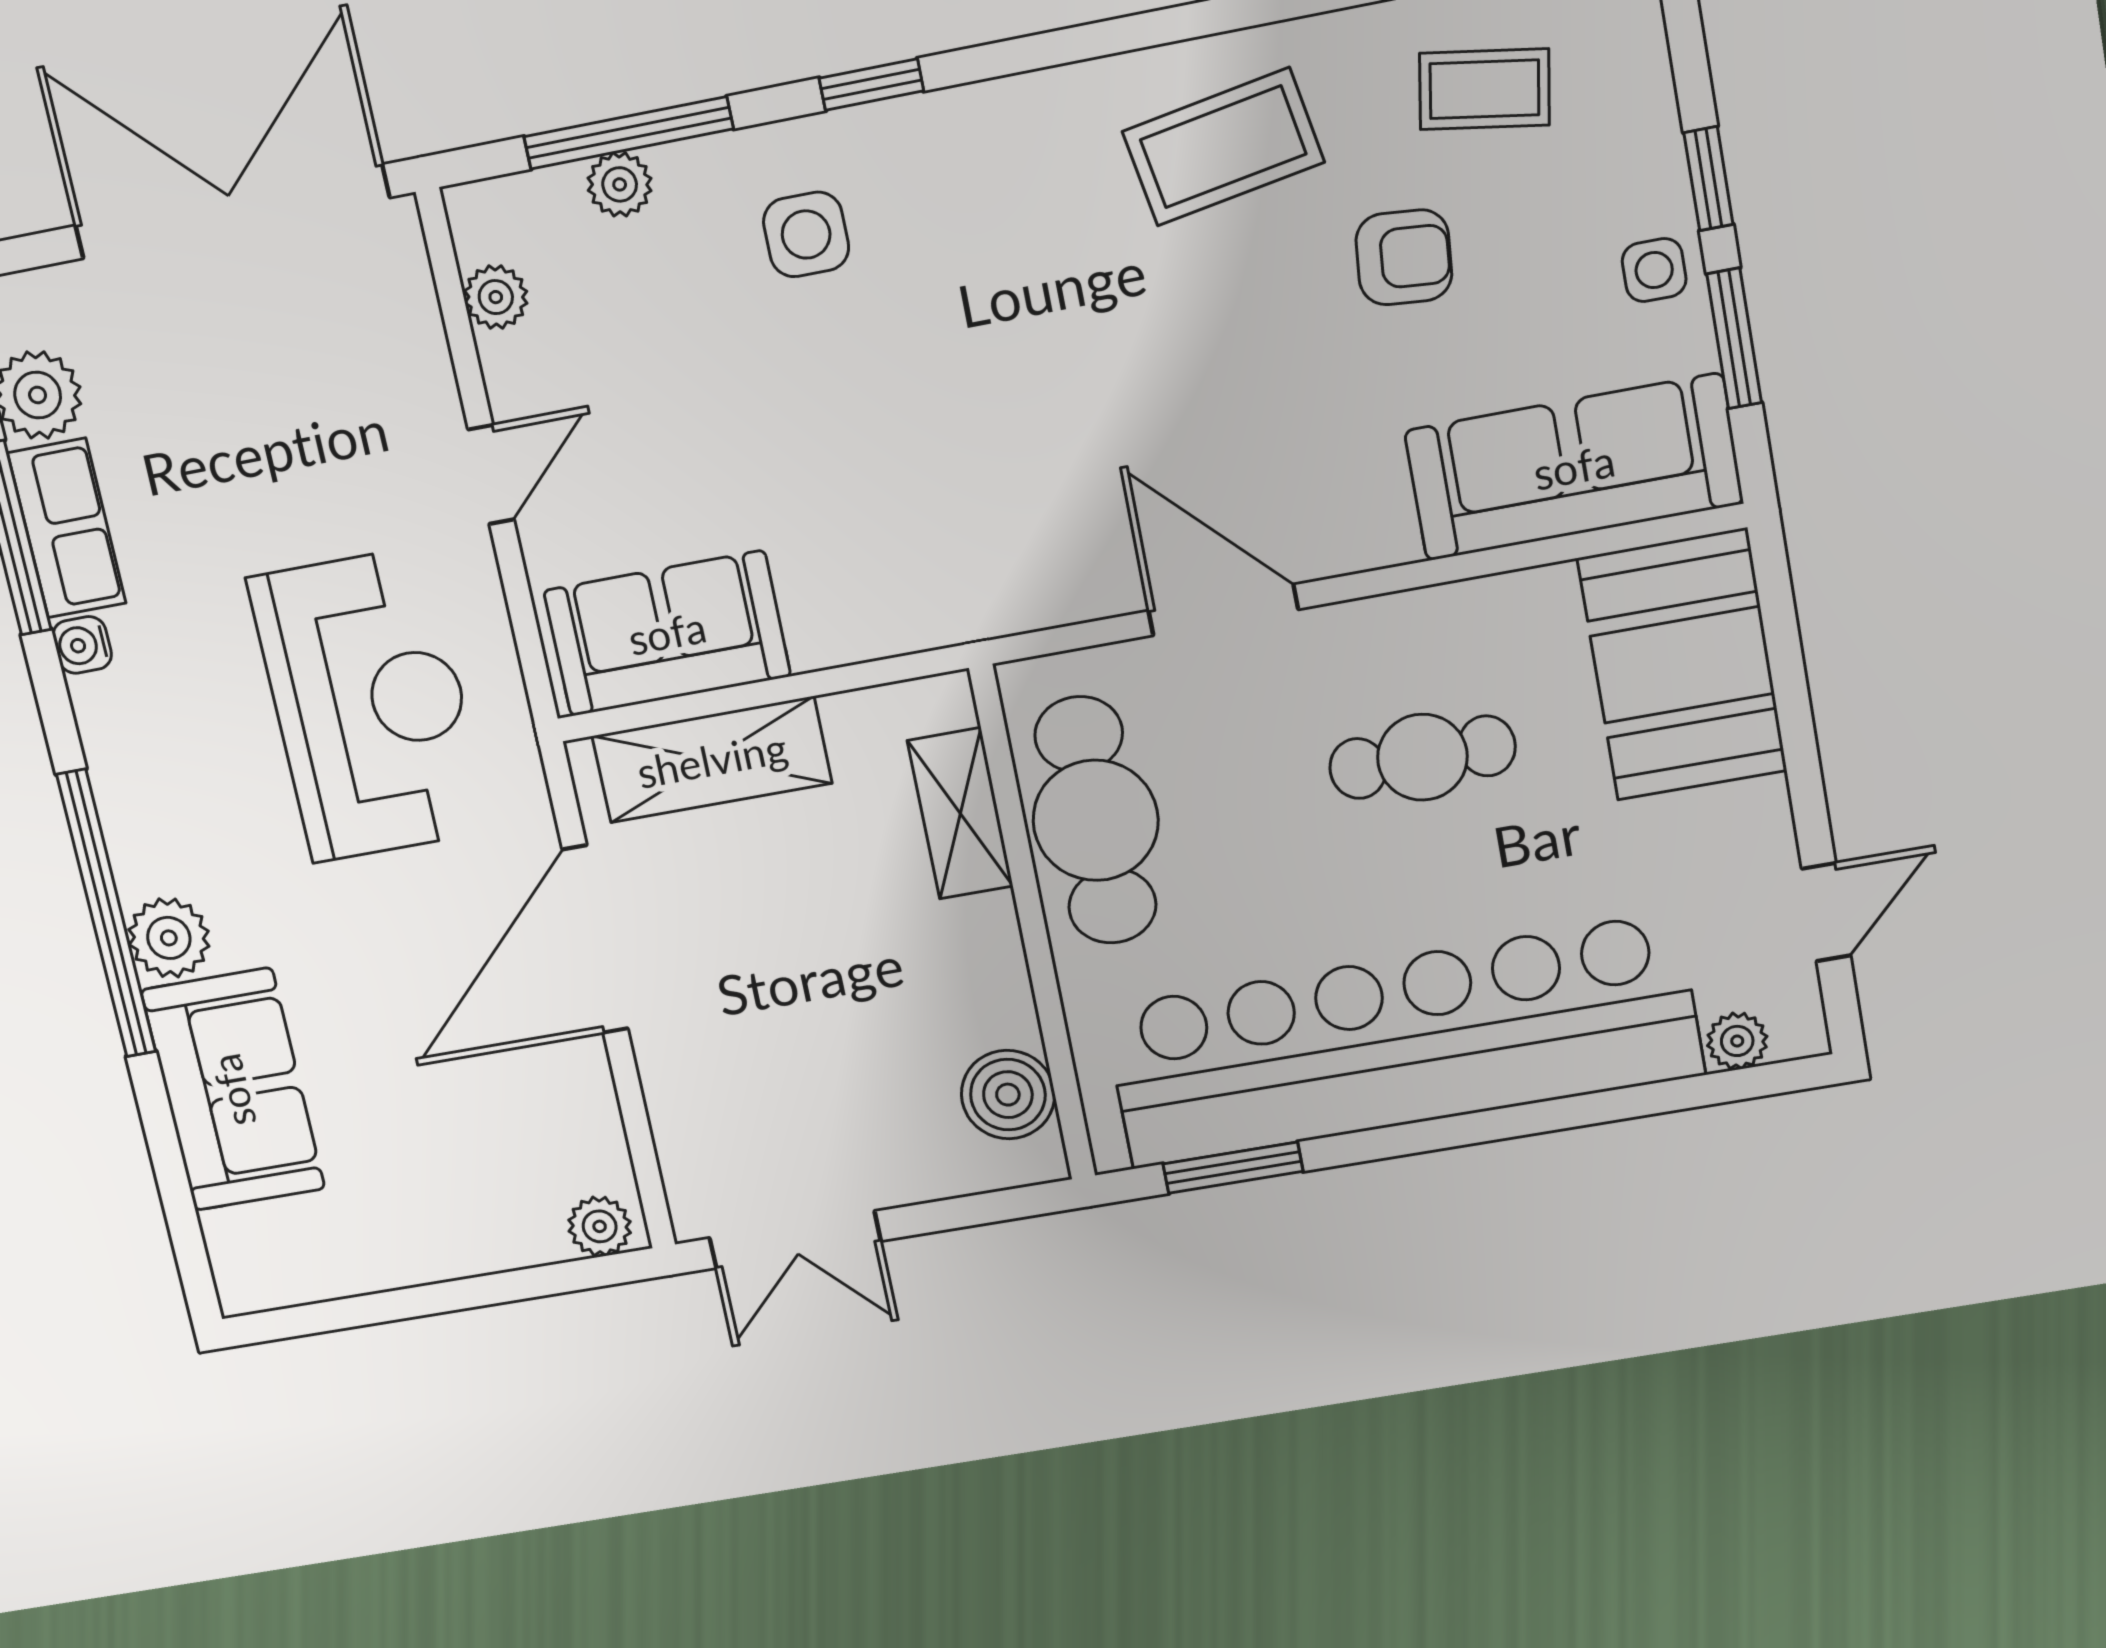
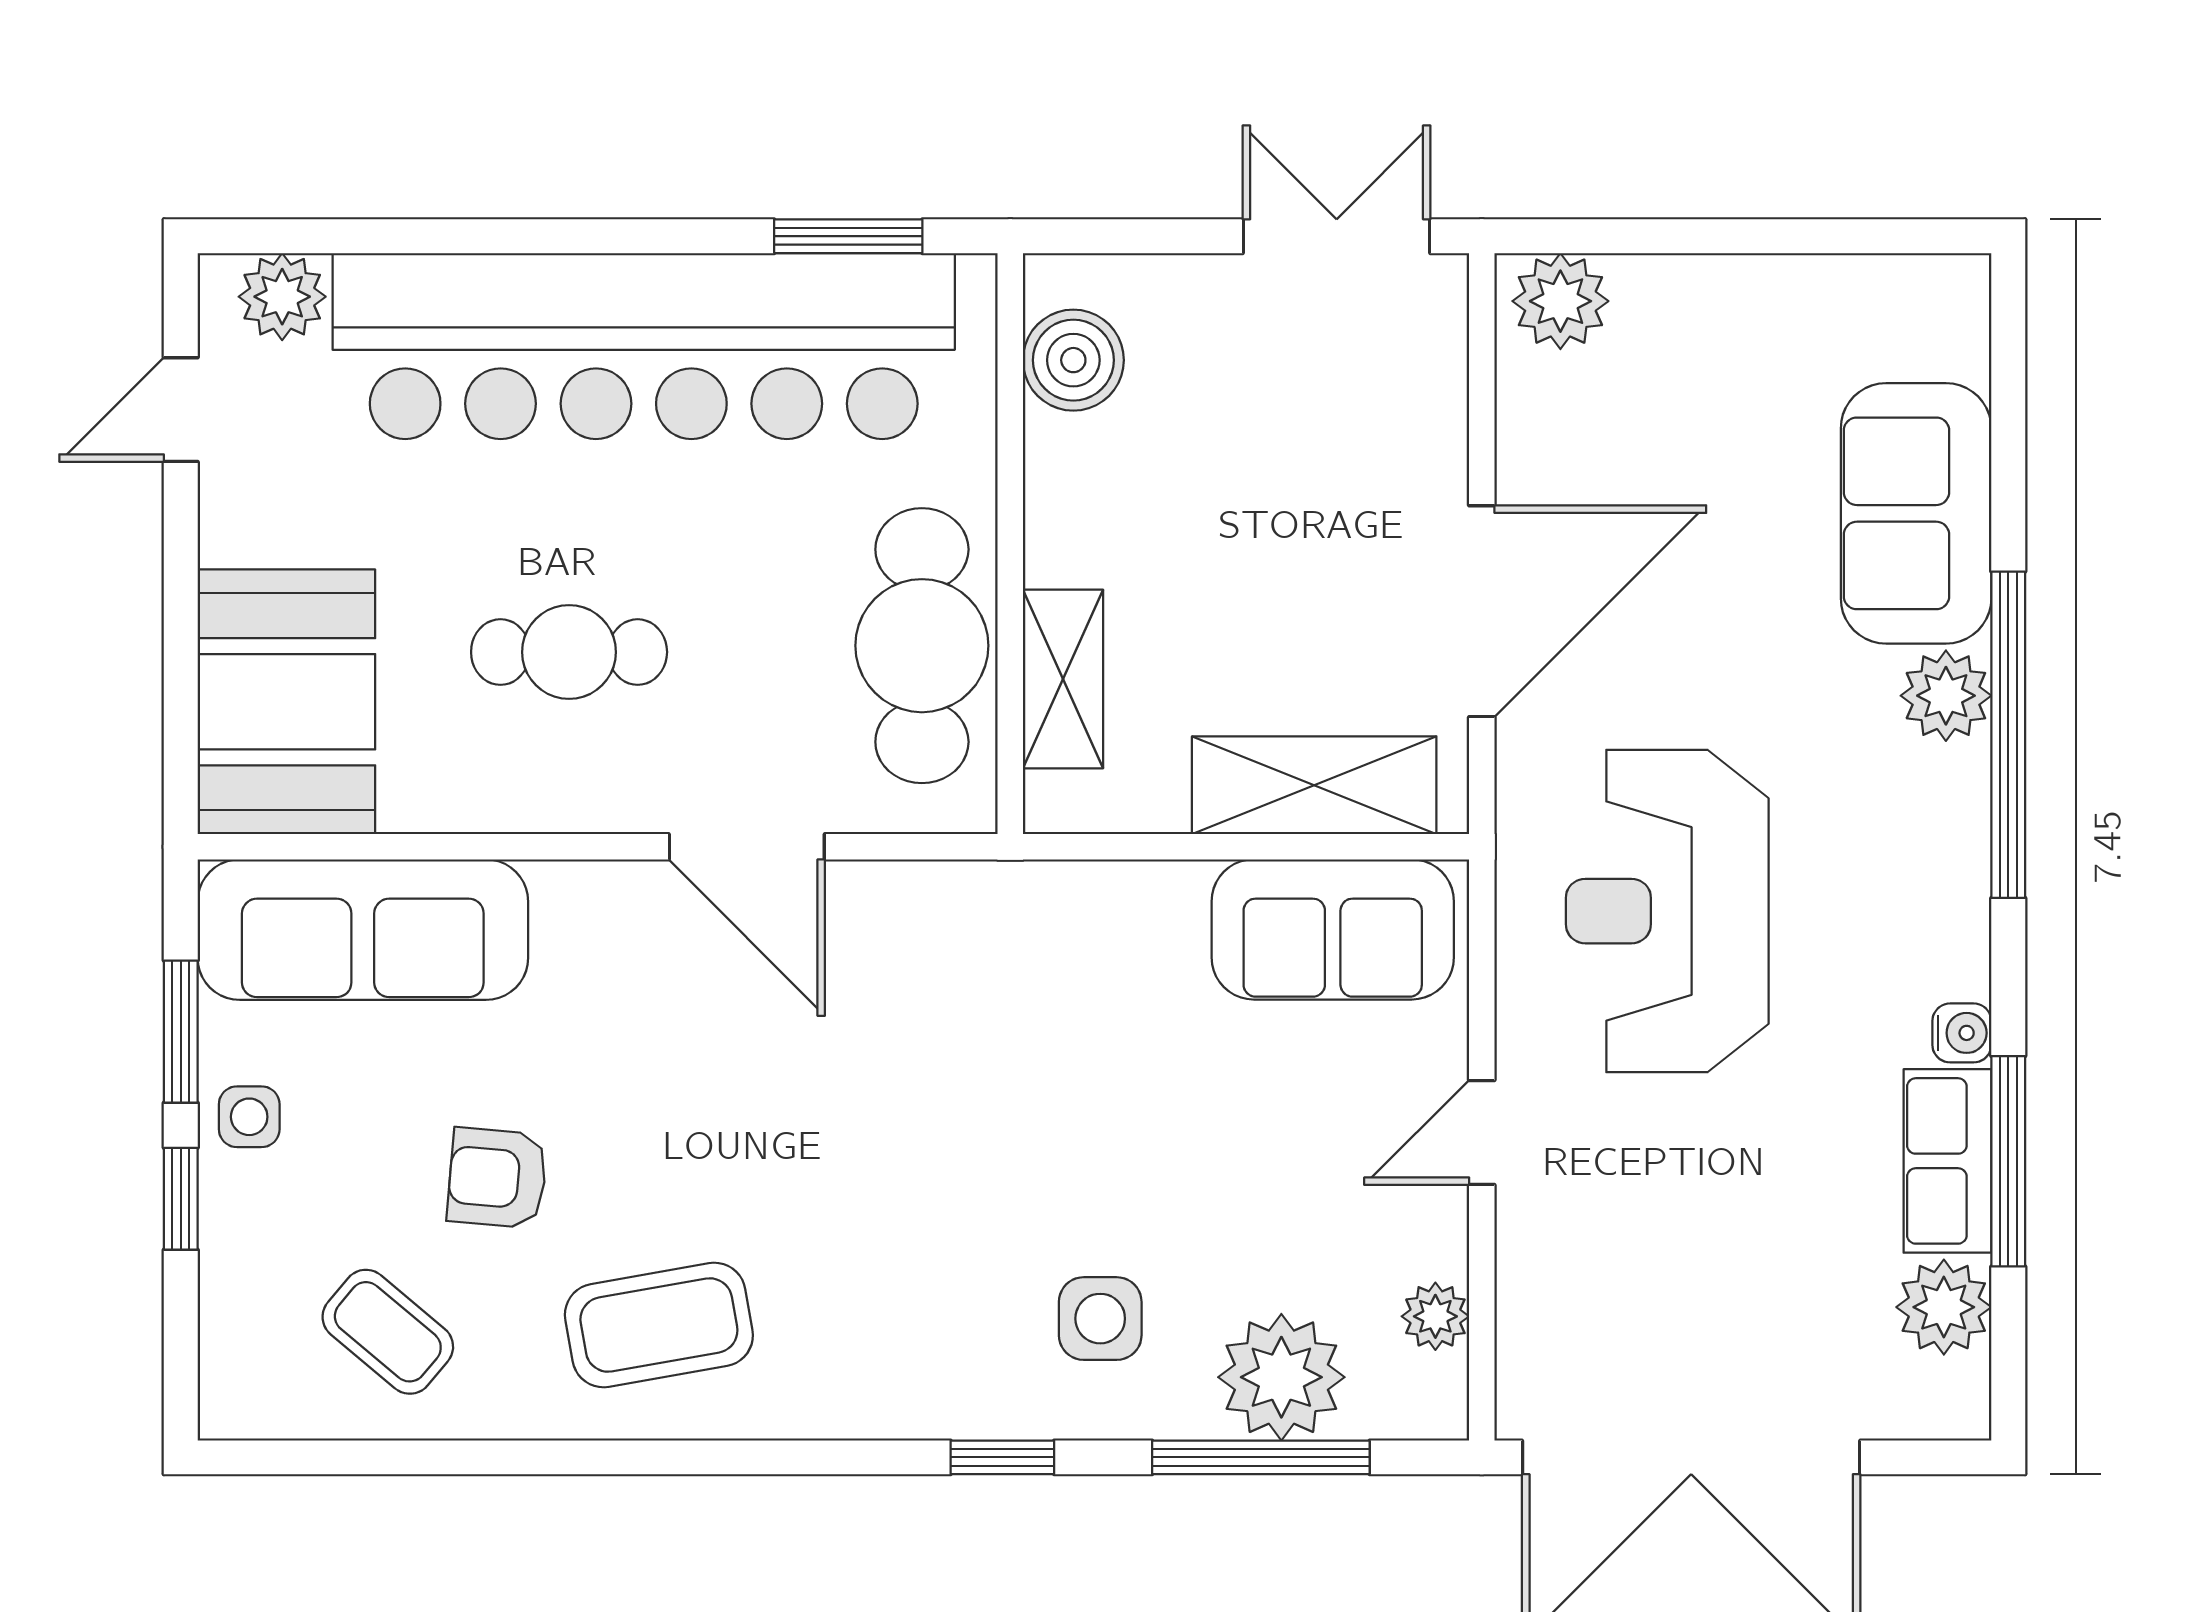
coffee table: (1484, 89) -> (388, 1332), turned 31
plant: (620, 184) -> (1281, 1377), width x1.88, depth x1.88
plant: (1737, 1041) -> (282, 297), width x1.38, depth x1.38
plant: (600, 1226) -> (1560, 301), width x1.38, depth x1.38

